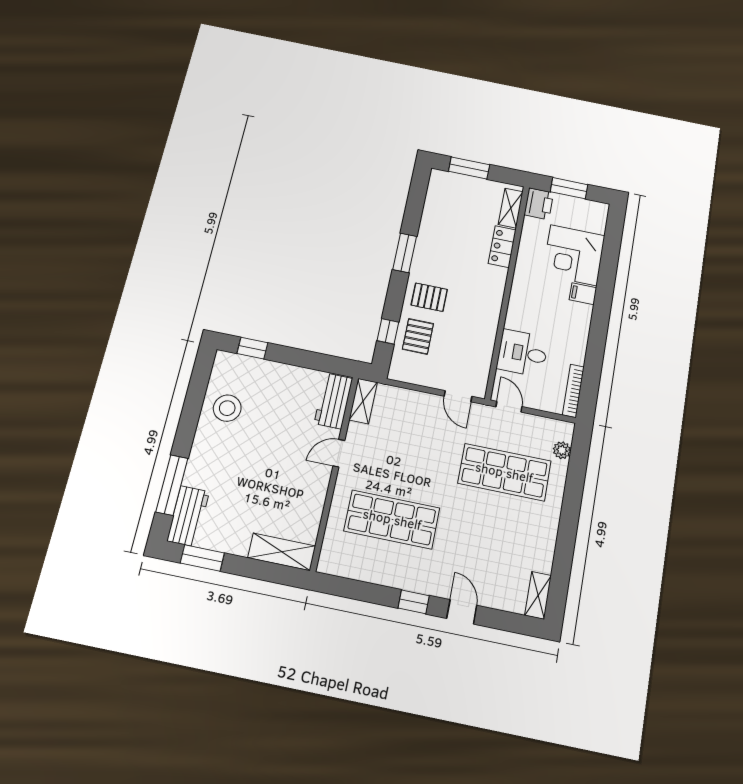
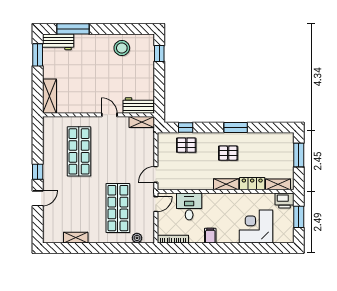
shelving: (496, 287) -> (226, 184), added
filing cabinet: (583, 294) -> (210, 236), moved
pallet: (429, 297) -> (228, 153), moved, turned 90
shelving: (538, 595) -> (76, 238), moved

